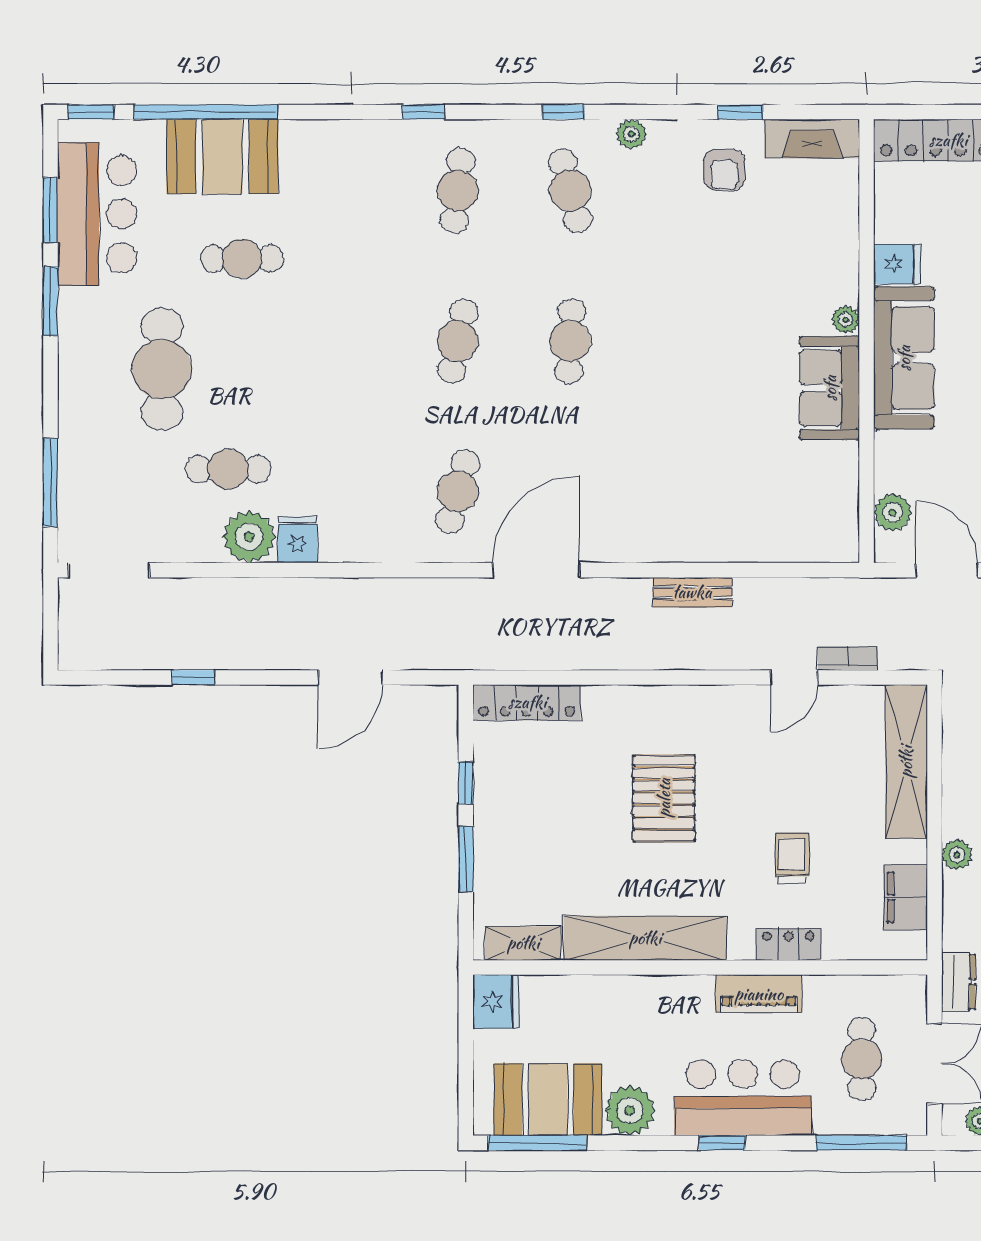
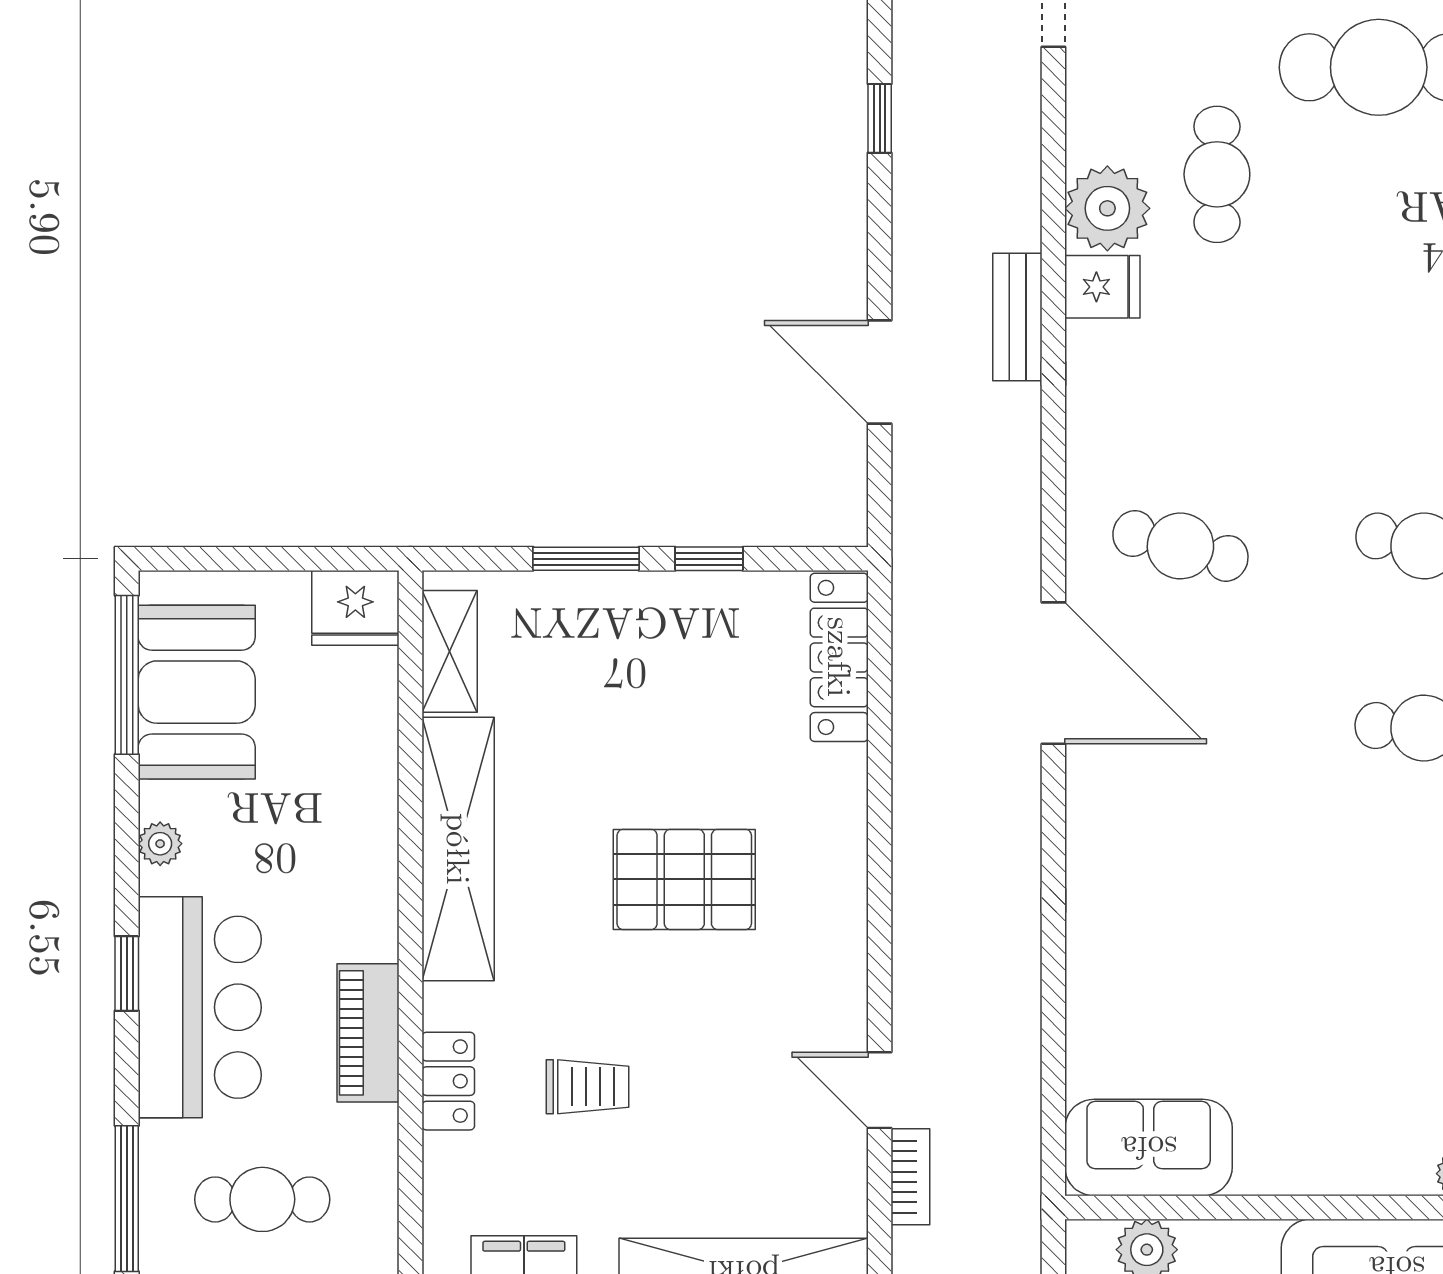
sofa: (830, 388) -> (1149, 1148), moved
bench: (692, 592) -> (1017, 317), moved
plant: (630, 1110) -> (160, 844), width x0.53, depth x0.53

